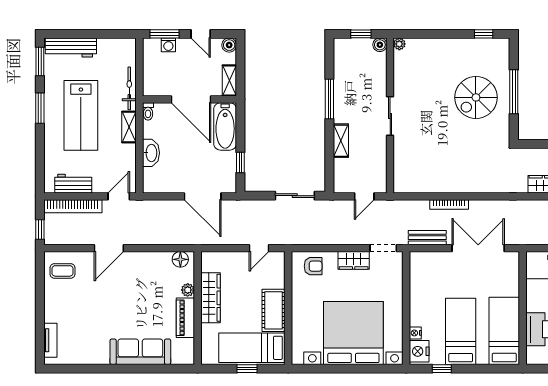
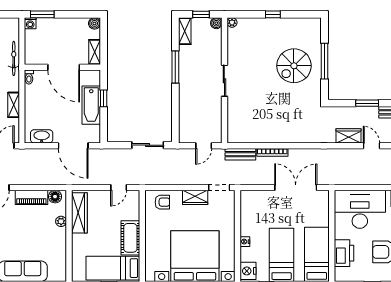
door: (201, 34) -> (71, 14), removed
window: (484, 34) -> (273, 14), moved
washing machine: (168, 45) -> (30, 23), moved
bathtub: (225, 126) -> (91, 105), moved
shelving: (129, 127) -> (14, 105), moved
shelving: (341, 141) -> (185, 31), moved
washbasin: (151, 153) -> (42, 136), moved, turned -90
window: (240, 163) -> (104, 98), moved
bench: (427, 238) -> (240, 154), moved
wardrobe: (210, 298) -> (79, 213), moved
piano: (185, 318) -> (31, 197), moved, turned -90
nightstand: (415, 333) -> (245, 242), moved

